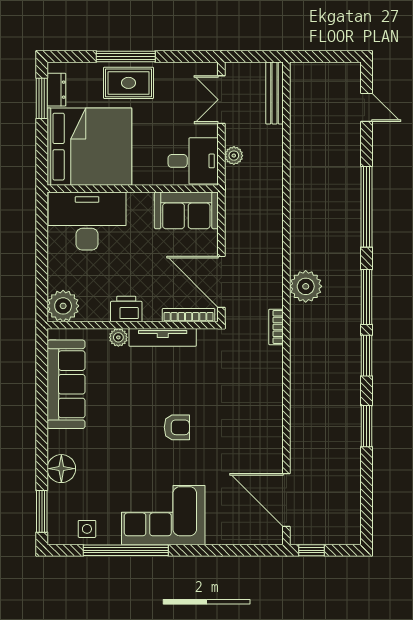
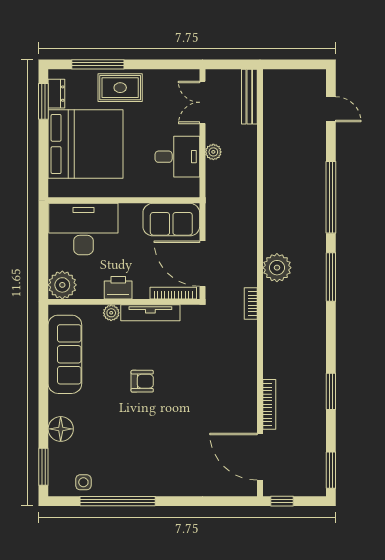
window: (126, 57) -> (98, 64), moved
wall: (133, 189) -> (124, 200), moved
sofa: (186, 210) -> (171, 220), moved
desk: (87, 221) -> (83, 229), moved
window: (367, 356) -> (331, 470), moved
armchair: (177, 427) -> (142, 381), moved
bookcase: (297, 441) -> (269, 404), added
corner sofa: (163, 515) -> (151, 470), removed

